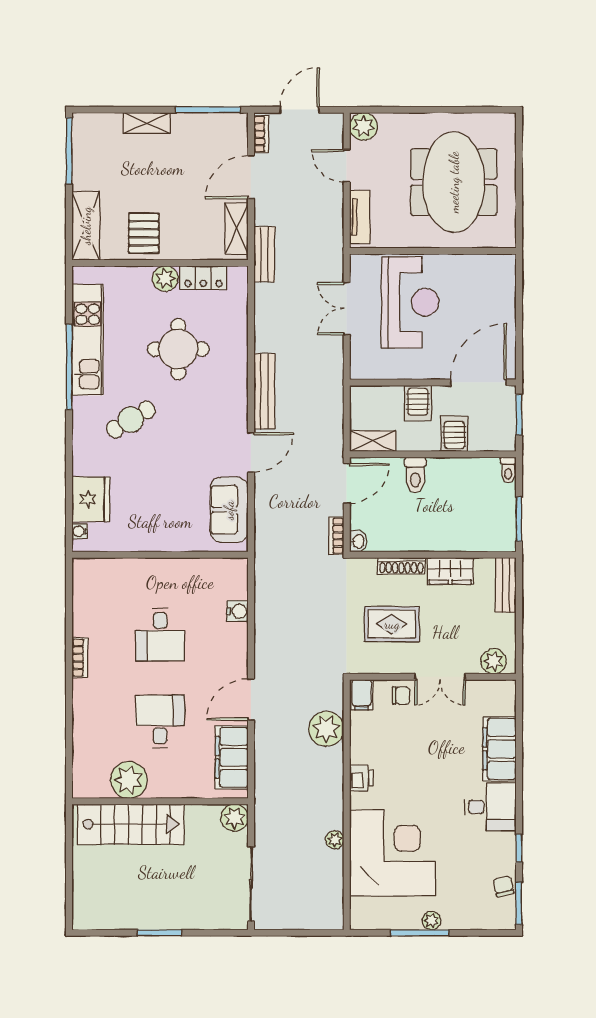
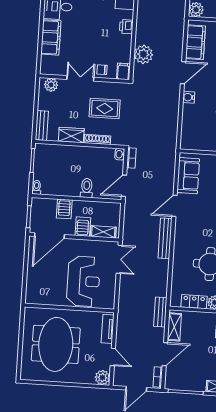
reception desk: (410, 302) -> (83, 281), turned 180
double door: (347, 309) -> (119, 259), moved
shelving: (373, 441) -> (103, 232), moved
water cooler: (238, 611) -> (189, 97), moved

